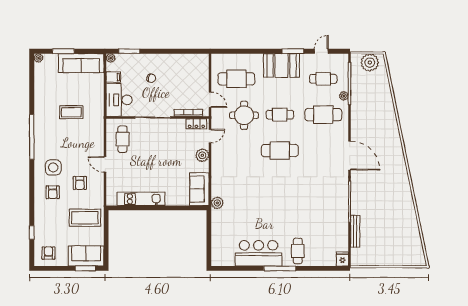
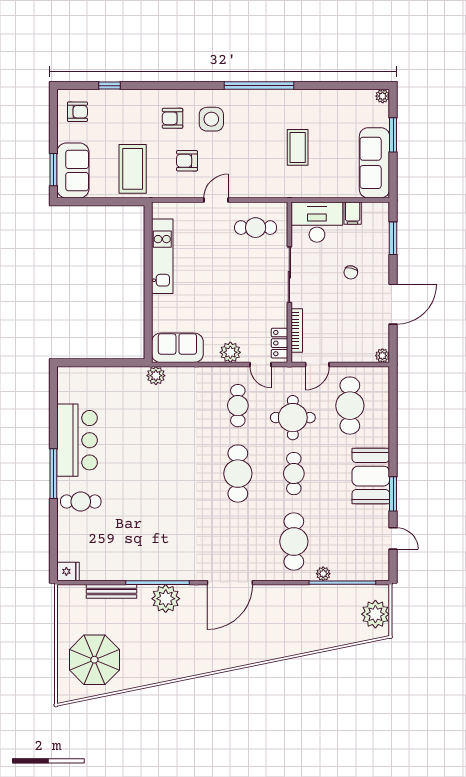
door: (171, 51) -> (393, 304), added
plant: (111, 58) -> (382, 356), moved
cafe table: (323, 79) -> (238, 406), moved
plant: (360, 197) -> (166, 599), added
parasol: (399, 242) -> (94, 660), added

